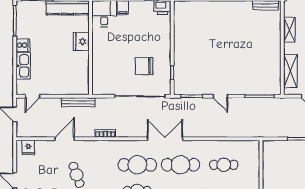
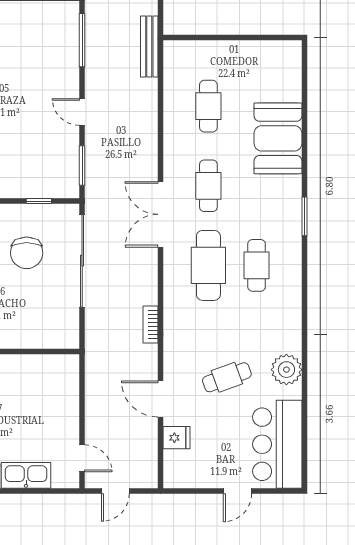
door: (221, 96) -> (82, 112), swing flipped
bench: (78, 102) -> (149, 47), moved
fridge: (28, 148) -> (177, 438), moved
cafe table: (180, 165) -> (208, 186), width x0.73, depth x0.74

